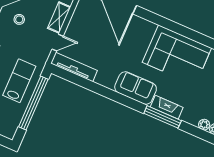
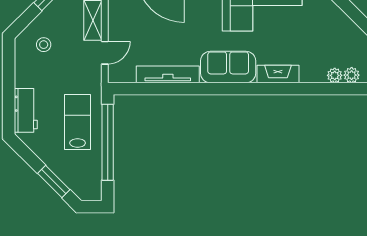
tv unit: (74, 67) -> (168, 74), moved
window: (163, 117) -> (278, 89), removed

